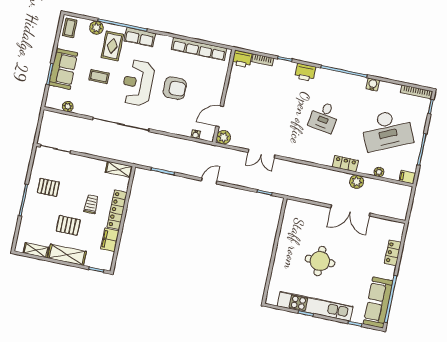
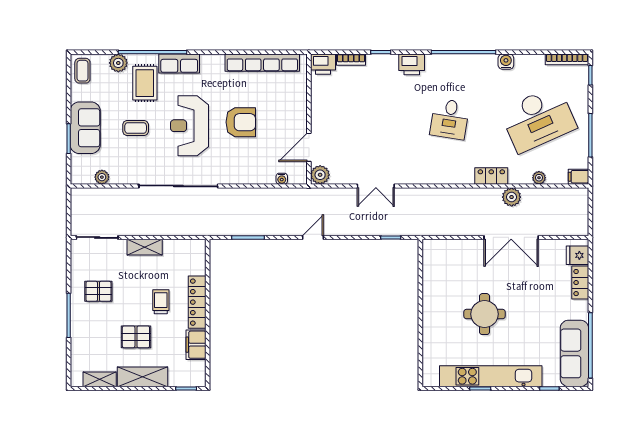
shelving: (119, 169) -> (145, 247), moved
fridge: (395, 233) -> (578, 255), added

